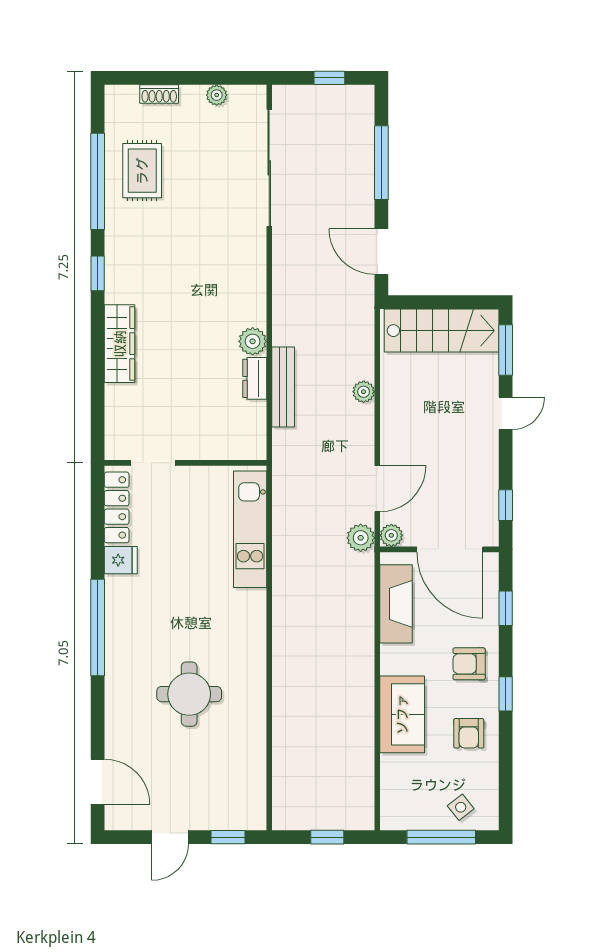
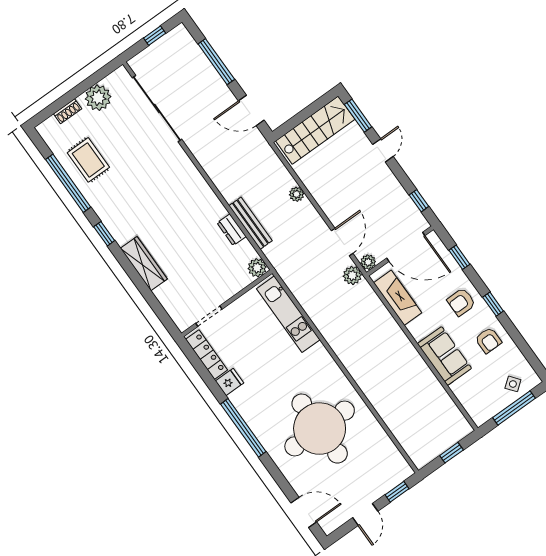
plant: (217, 95) -> (98, 98), width x1.88, depth x1.88
plant: (253, 341) -> (257, 268), moved
round table: (189, 694) -> (320, 429), width x1.86, depth x1.86

